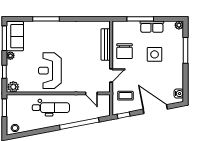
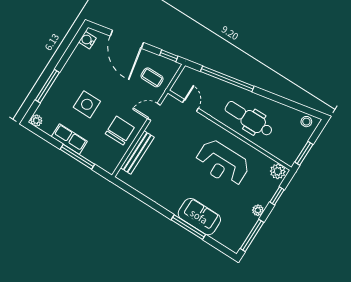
sofa: (15, 36) -> (199, 217), moved, turned 90
reception desk: (50, 71) -> (222, 163), turned 90

